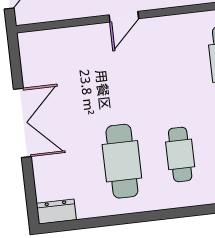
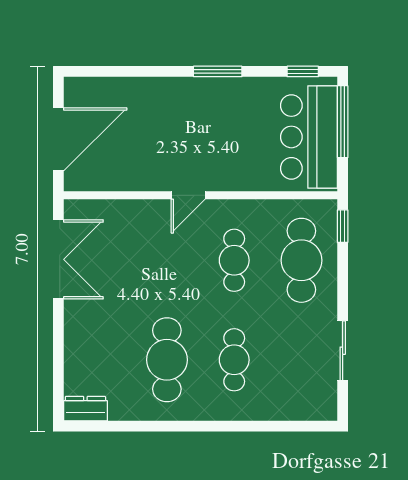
cafe table: (170, 68) -> (234, 260), added
double door: (22, 123) -> (58, 259), moved

